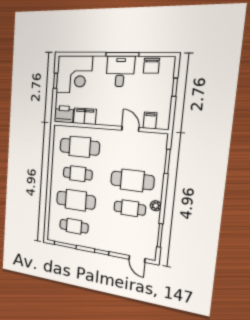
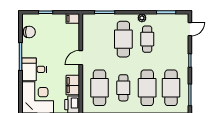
desk: (120, 71) -> (34, 69), moved
filing cabinet: (150, 120) -> (73, 19), moved
door: (130, 129) -> (81, 58), moved
cafe table: (74, 226) -> (171, 88), width x1.37, depth x1.35

